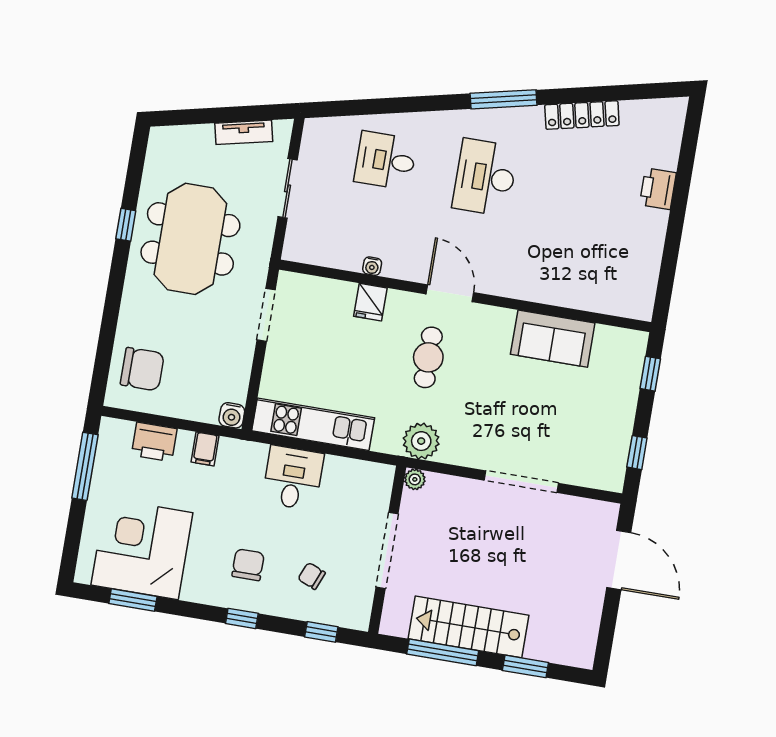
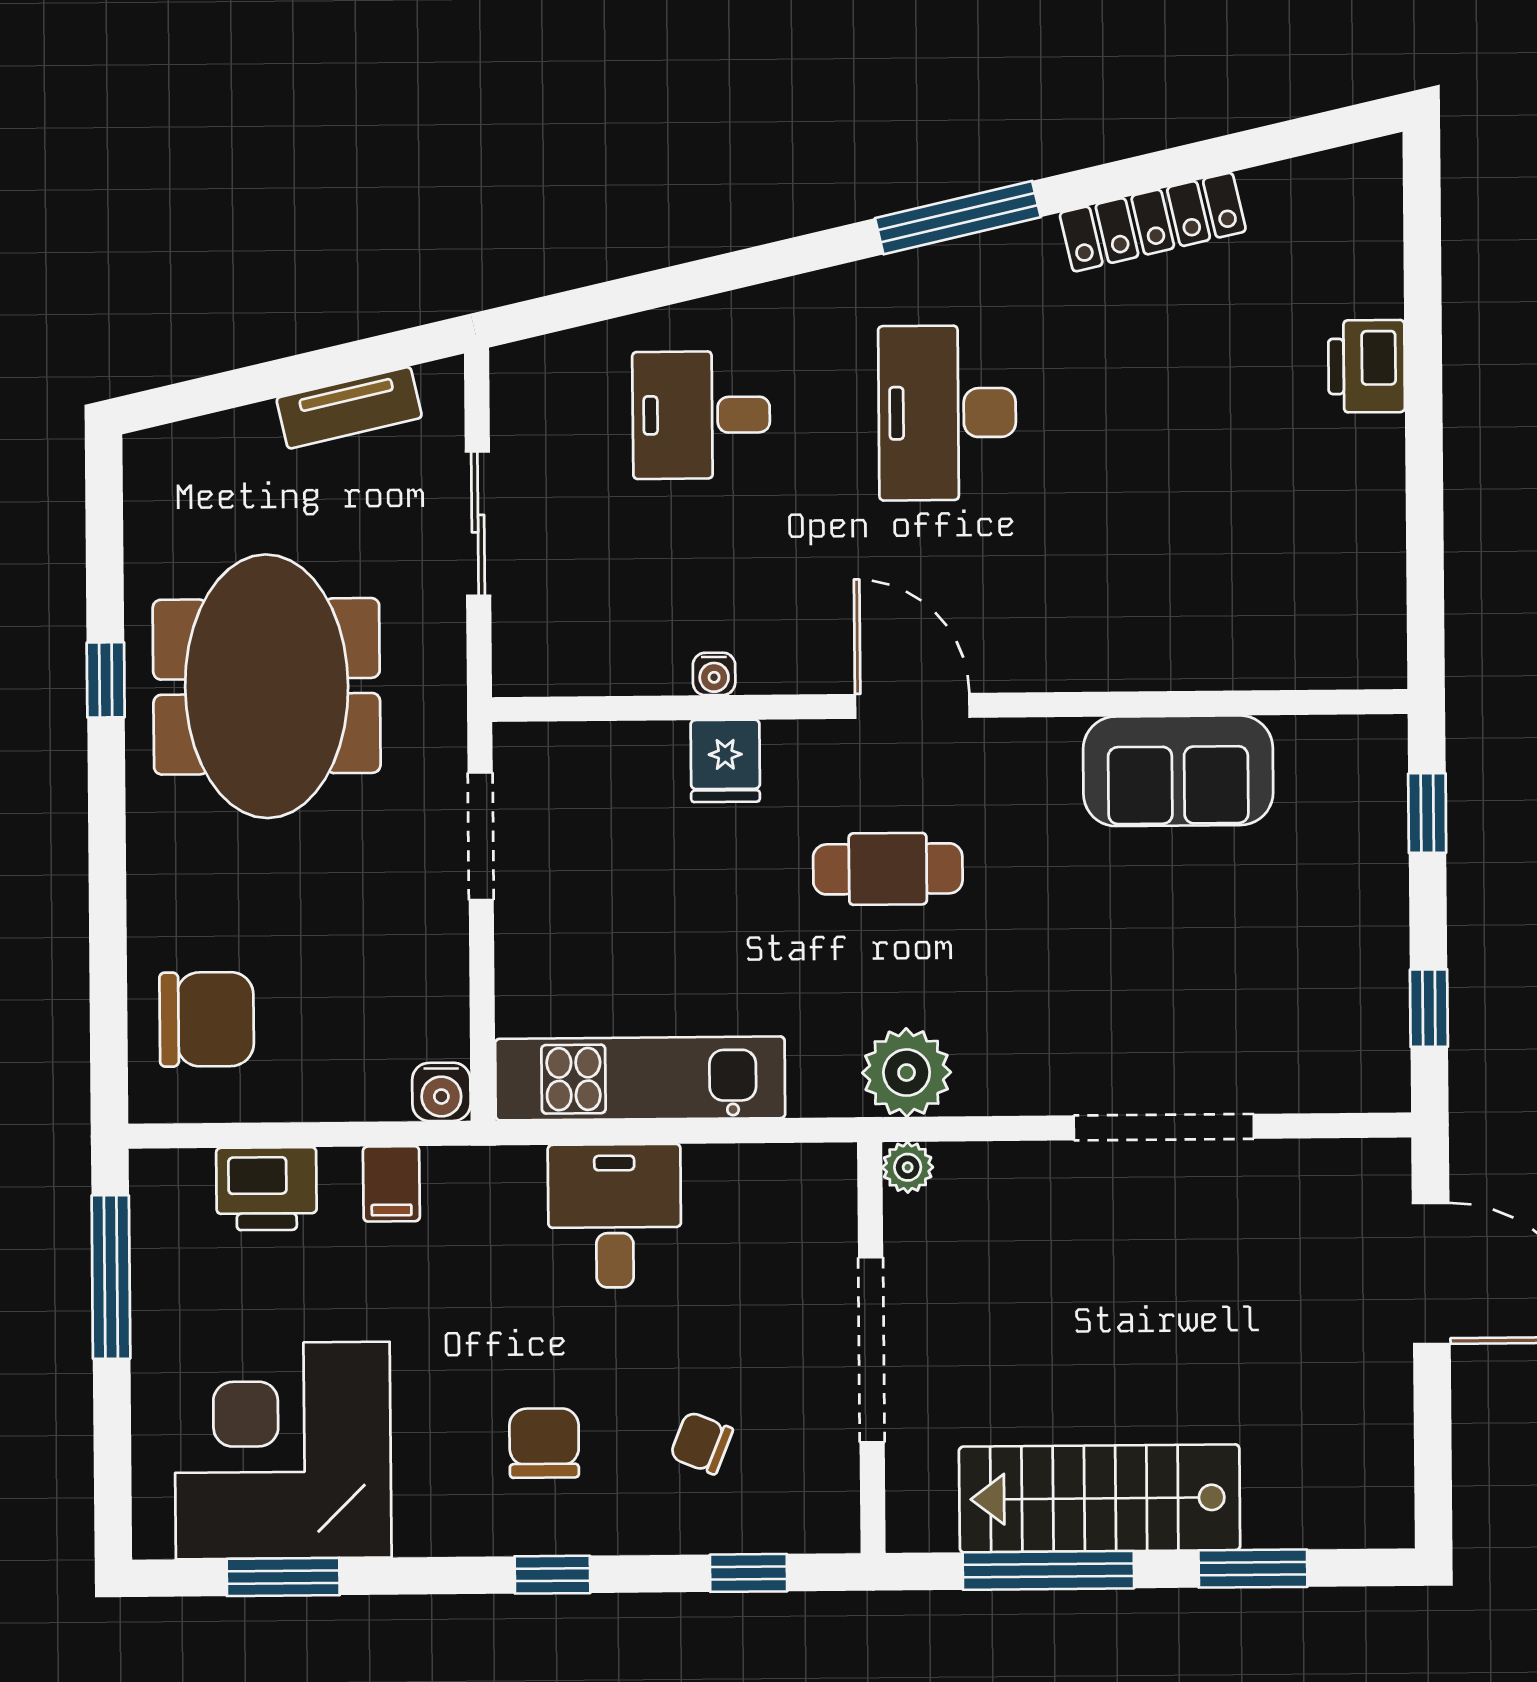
cafe table: (428, 357) -> (888, 869), turned 90

